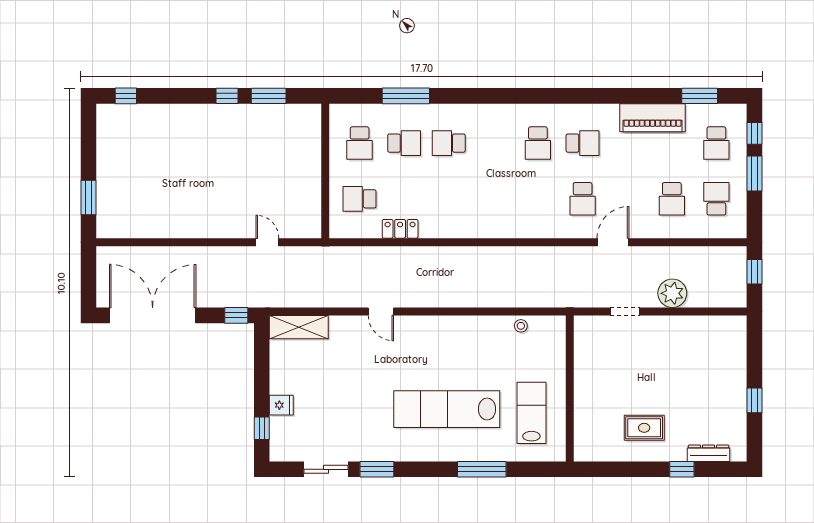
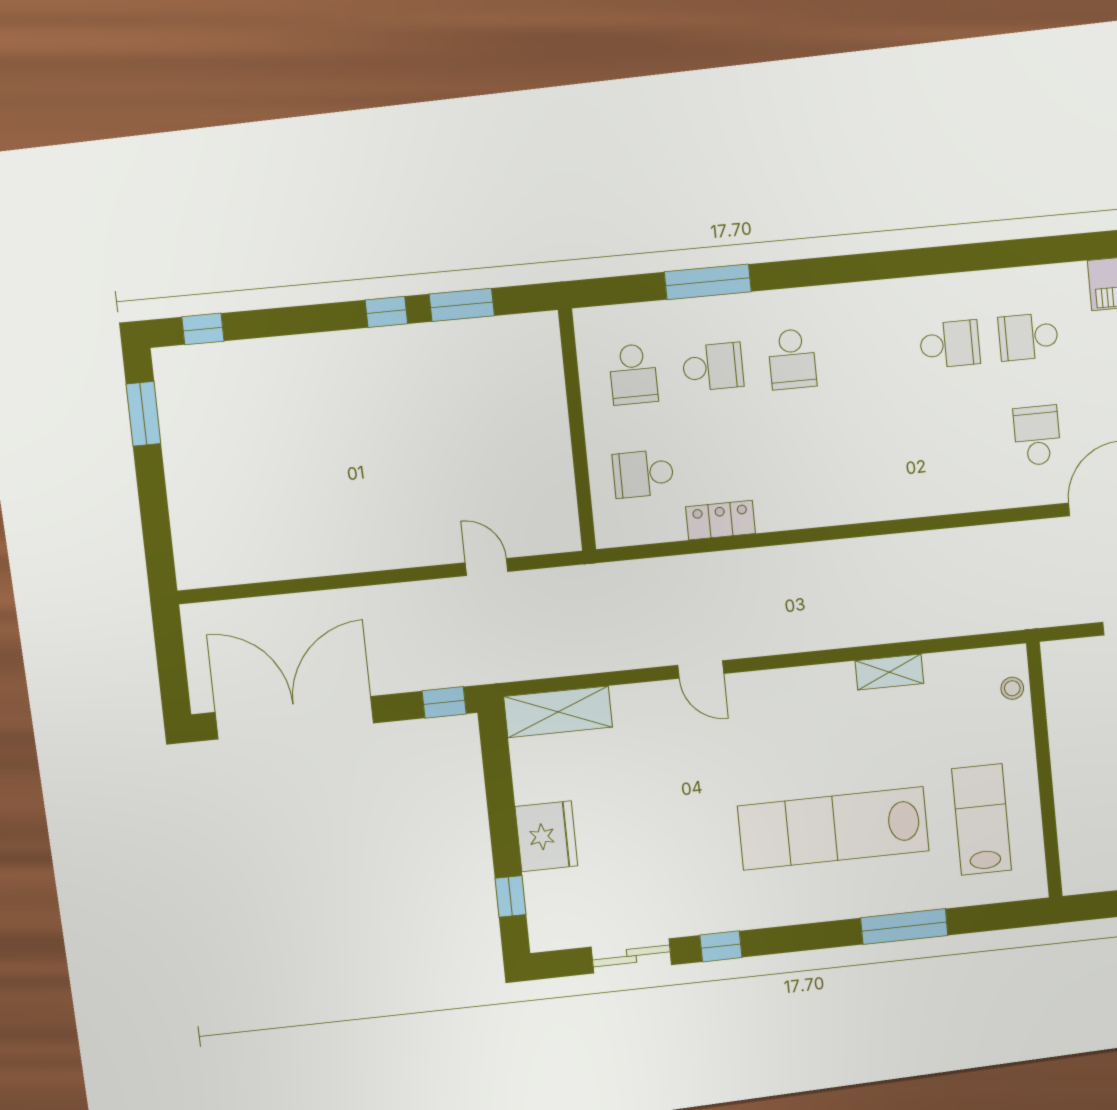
school desk: (449, 143) -> (792, 359), turned -90
school desk: (538, 143) -> (950, 344), turned -90
school desk: (583, 143) -> (1028, 337), turned 180
window: (89, 198) -> (143, 414), moved
school desk: (583, 199) -> (1037, 435), turned 180
shelving: (487, 324) -> (889, 672), added
stool: (521, 326) -> (1012, 688), moved
fridge: (281, 405) -> (546, 836), width x1.88, depth x1.34
window: (377, 469) -> (721, 946), width x0.67

